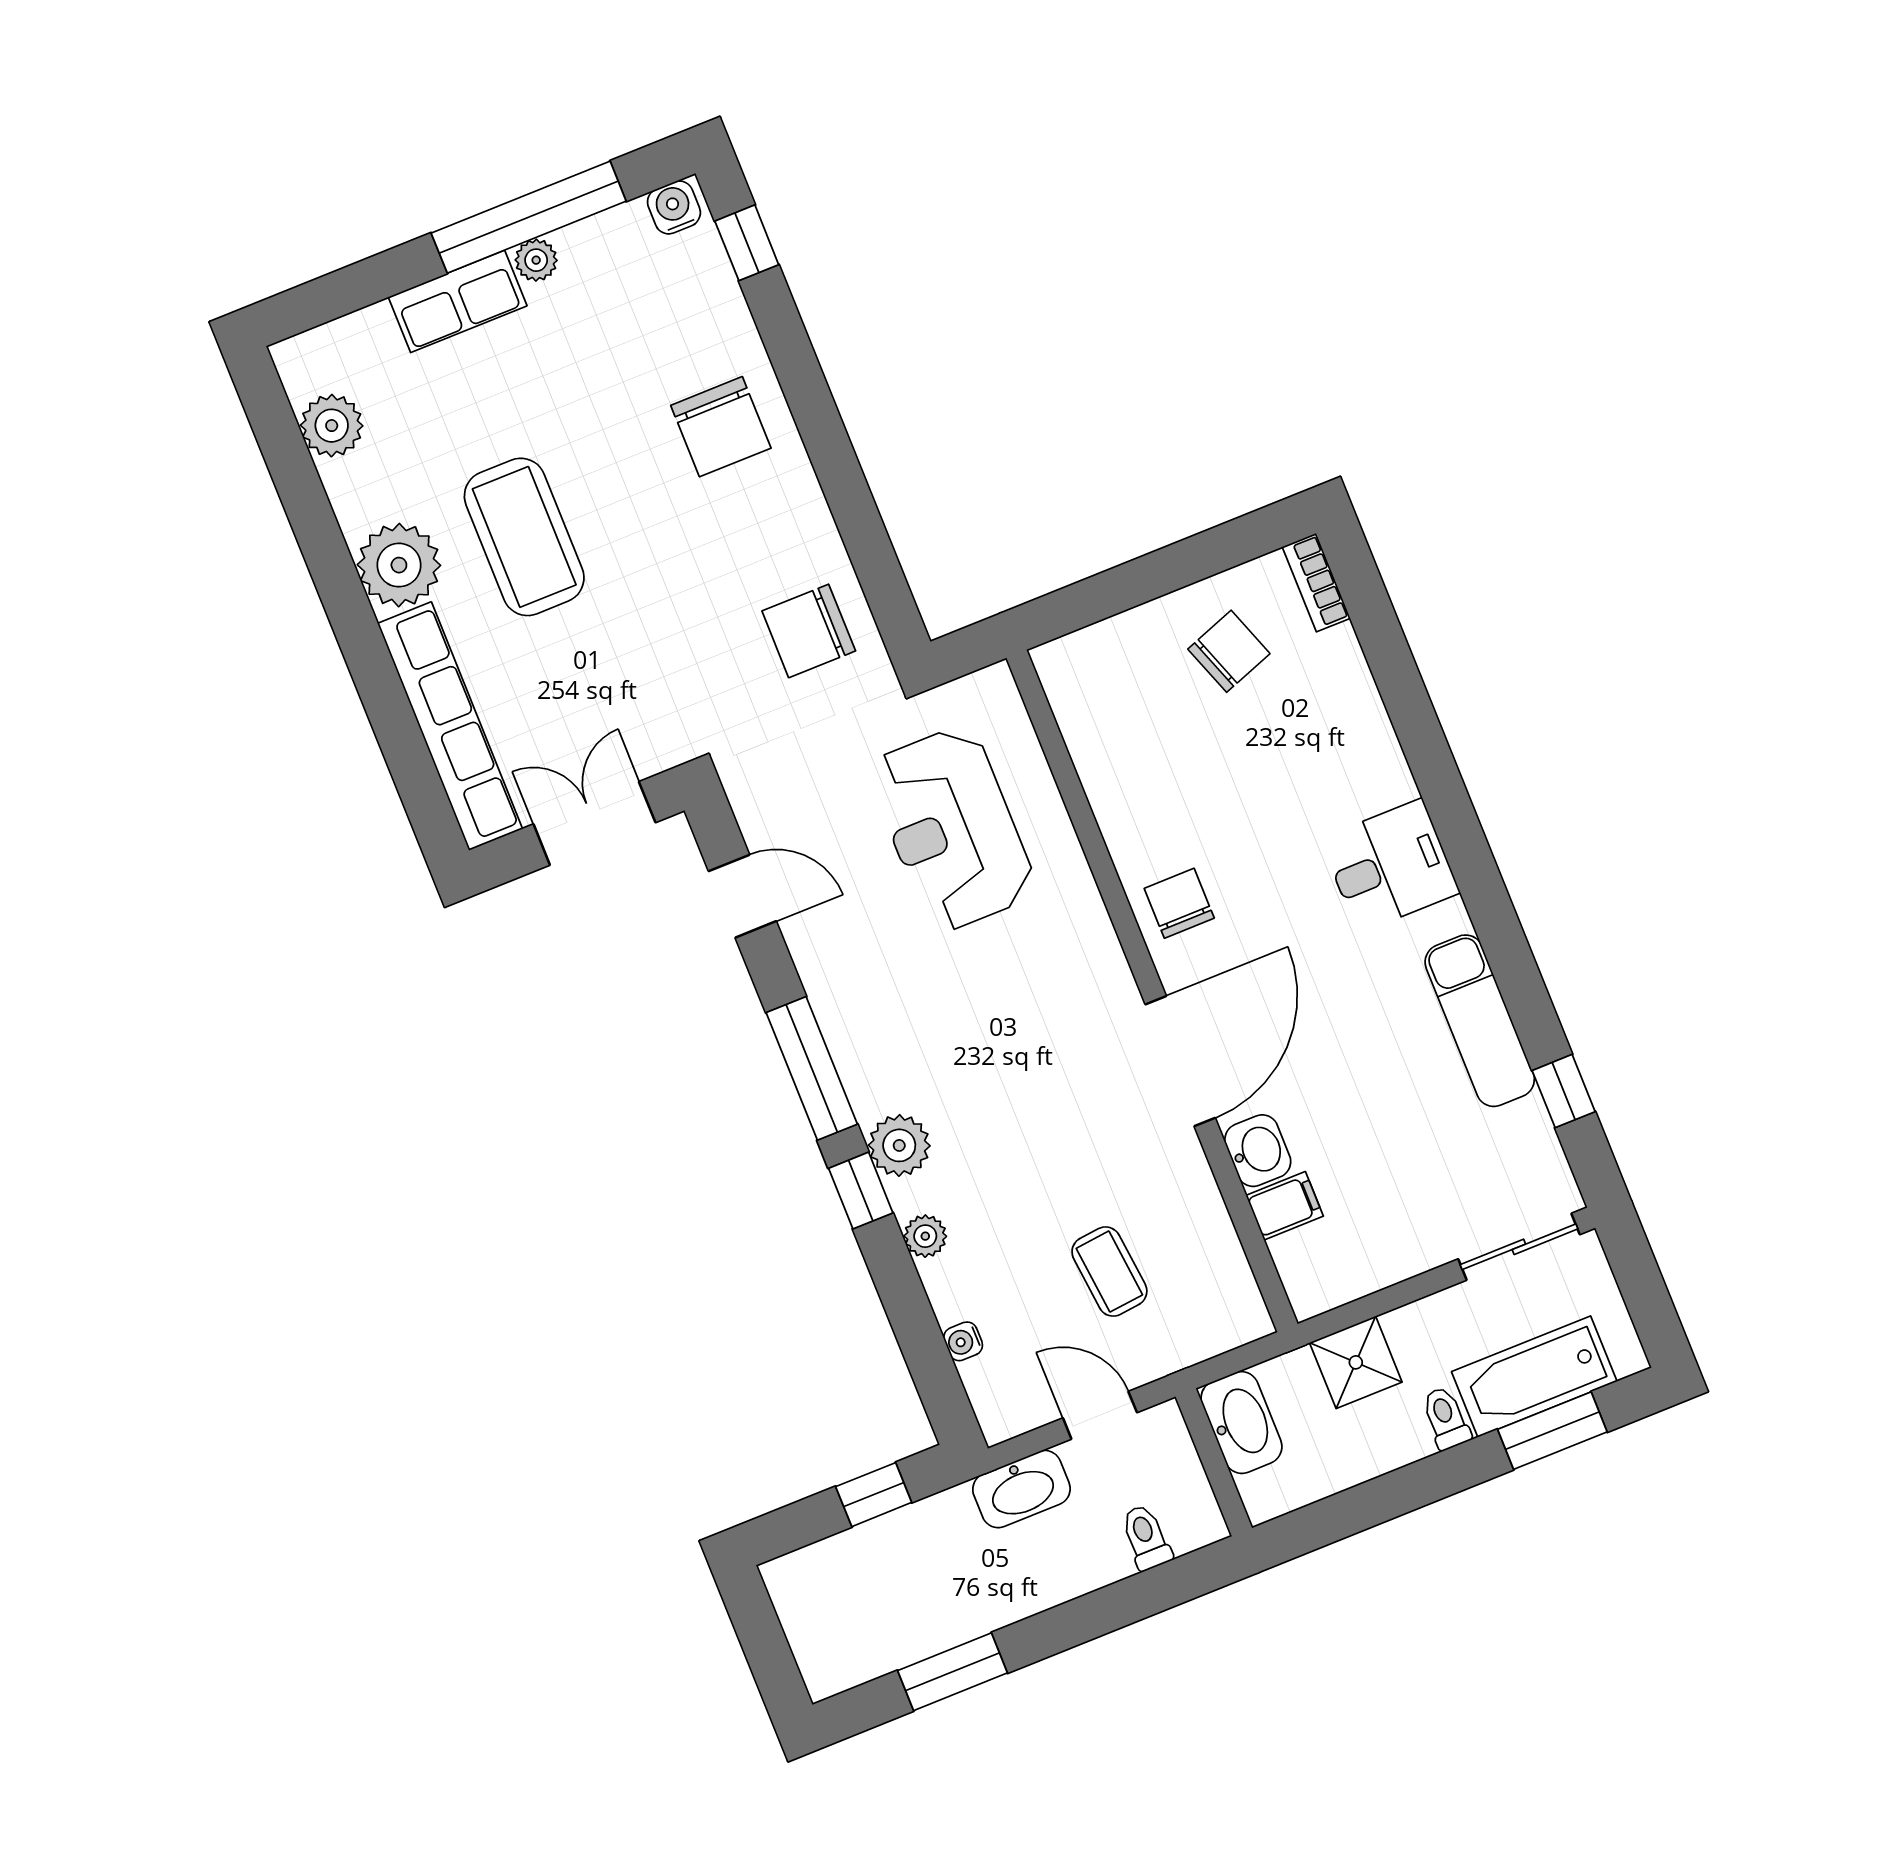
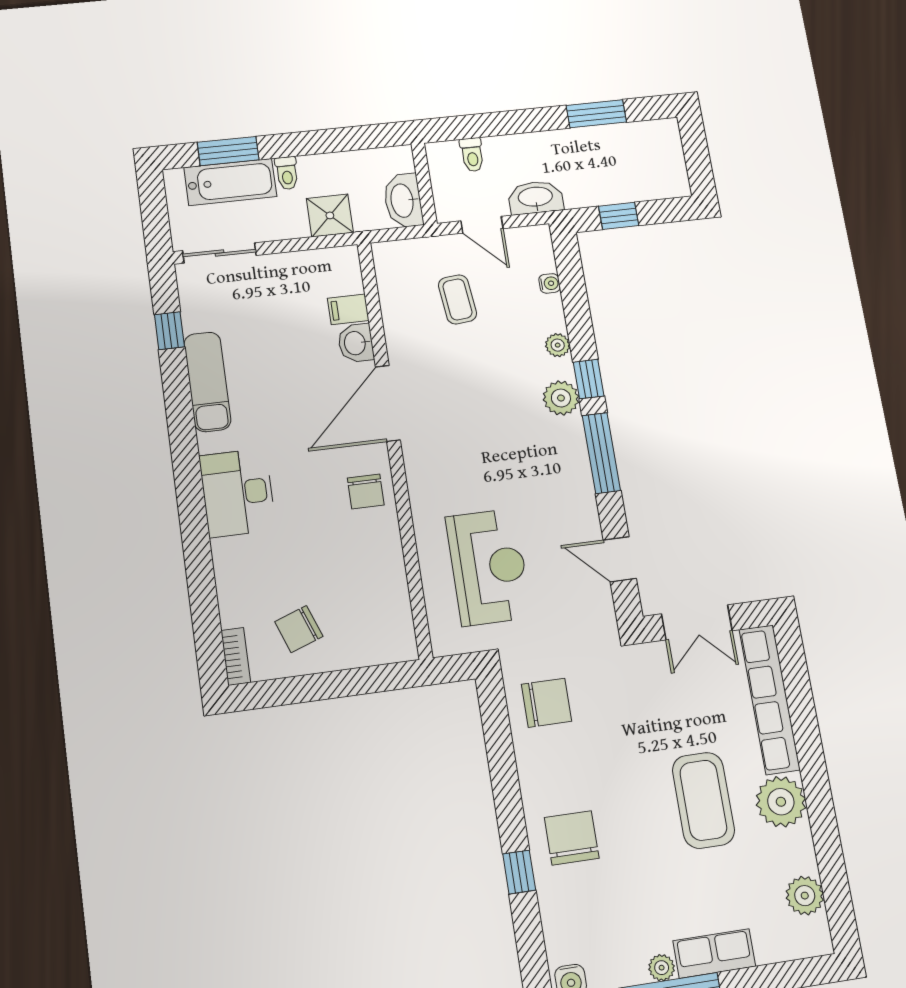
window: (747, 243) -> (519, 872), moved
desk: (1390, 866) -> (238, 493), width x1.37

